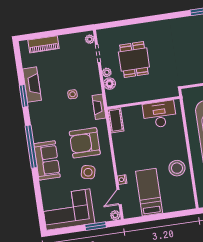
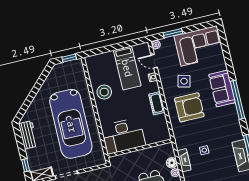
fireplace: (99, 107) -> (184, 160), moved
desk: (160, 114) -> (123, 136), width x1.36, depth x1.30
cot: (116, 120) -> (157, 103), moved
door: (119, 197) -> (154, 61), swing flipped

